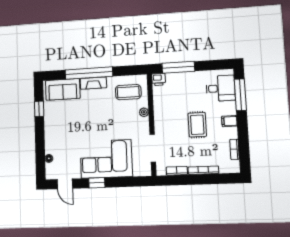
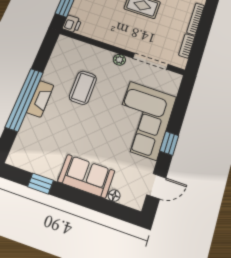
sofa: (63, 89) -> (86, 176), moved, turned -90
coffee table: (128, 92) -> (83, 88), moved
plant: (144, 112) -> (119, 60), moved

